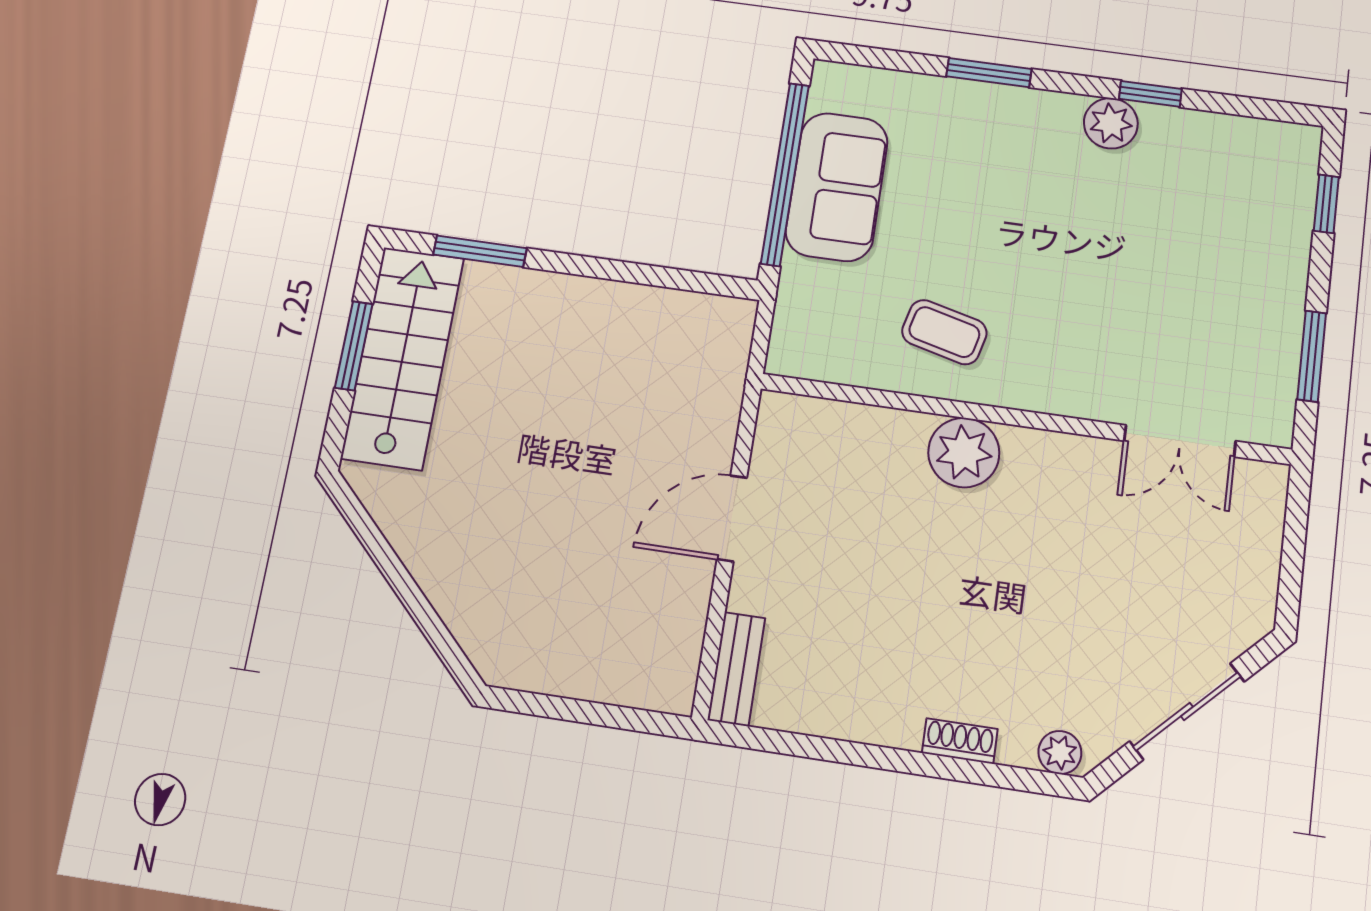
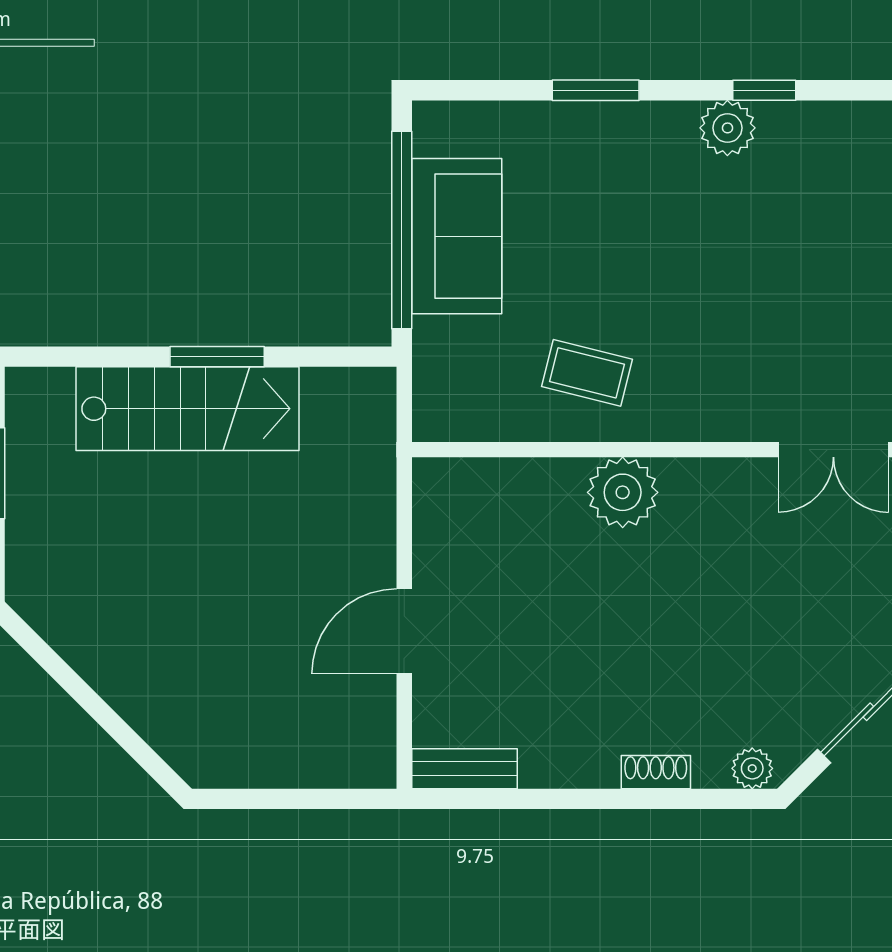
window: (480, 251) -> (217, 357), moved
stairs: (403, 358) -> (187, 409), moved, turned 90
door: (732, 518) -> (404, 631), moved
bench: (736, 669) -> (464, 769), moved, turned 90

